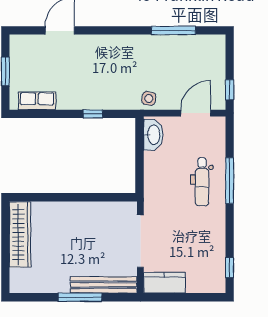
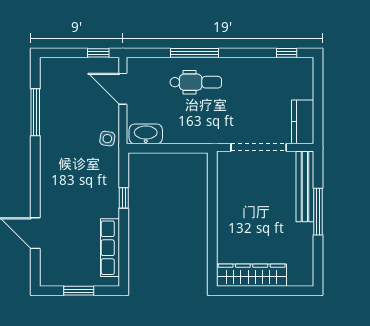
row of seats: (37, 101) -> (110, 248), width x1.48

